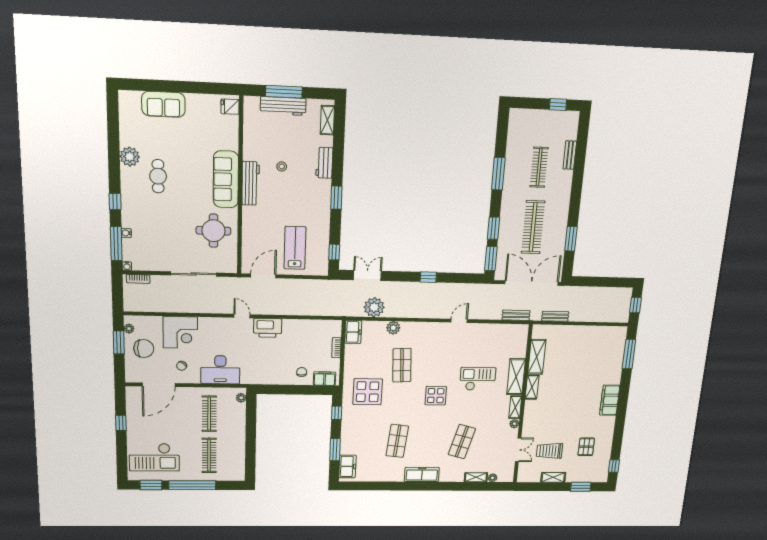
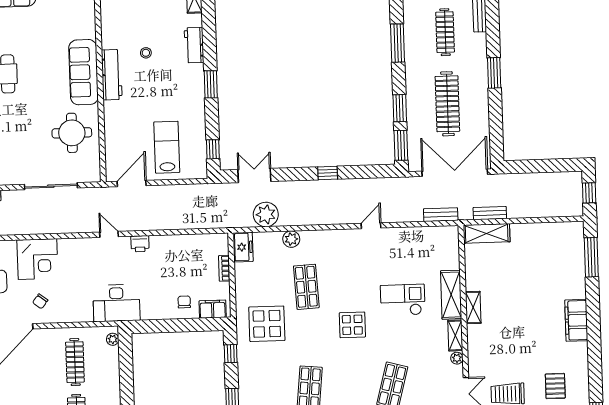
window: (571, 239) -> (494, 73), moved
printer: (268, 328) -> (140, 244), width x0.53, depth x0.68
shelving: (537, 357) -> (487, 233), moved, turned 90
desk: (220, 370) -> (116, 303), moved

